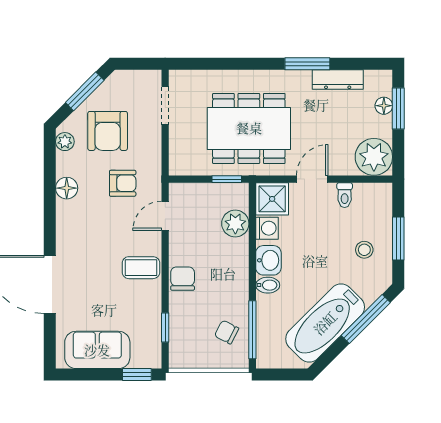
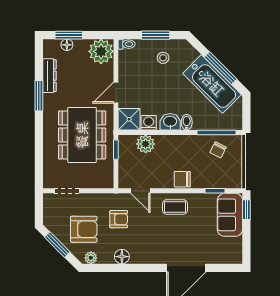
door: (312, 179) -> (116, 93), hinge flipped
armchair: (123, 183) -> (119, 219), turned 90
toilet: (345, 195) -> (127, 44), moved
coffee table: (141, 268) -> (175, 207), turned 90
window: (366, 319) -> (221, 68), moved
sofa: (97, 350) -> (230, 215), moved

